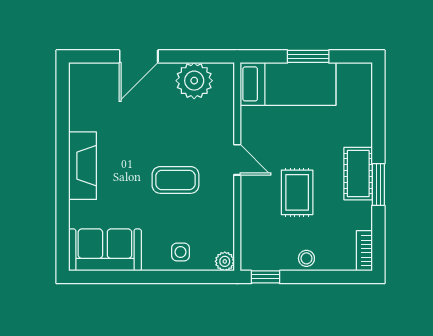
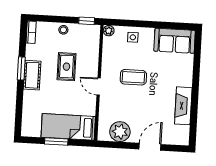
fireplace: (82, 166) -> (183, 106), moved

